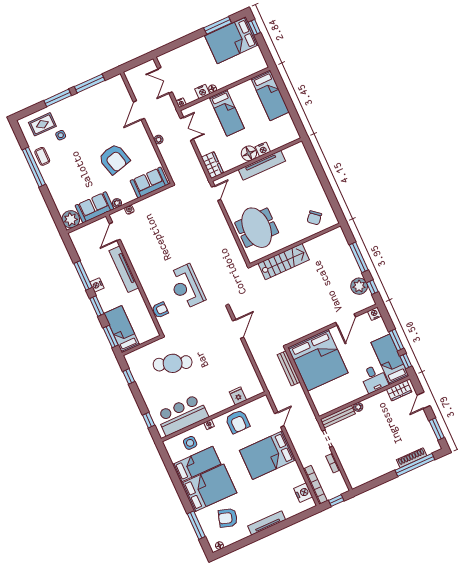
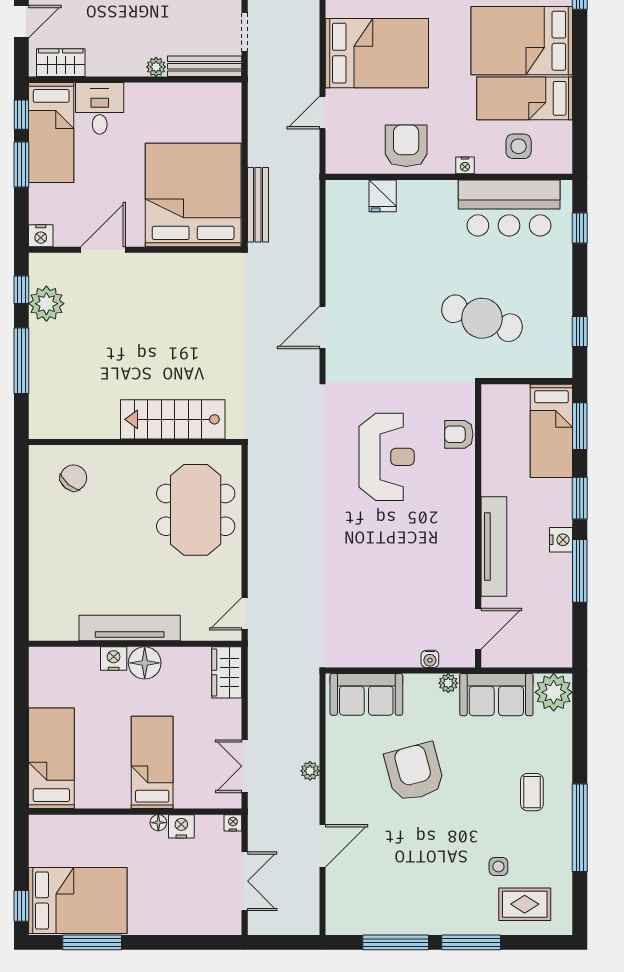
coffee table: (42, 156) -> (532, 792), moved

